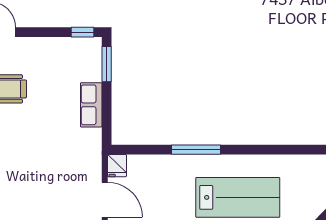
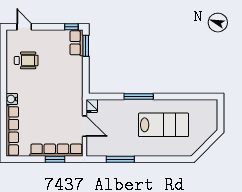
row of seats: (91, 105) -> (76, 43), moved

